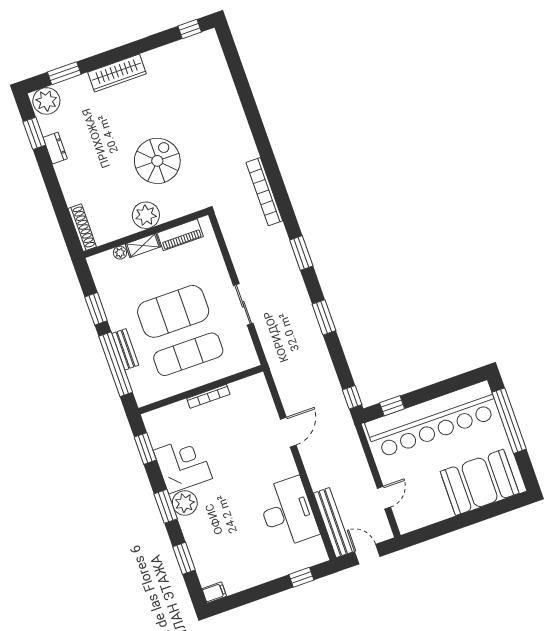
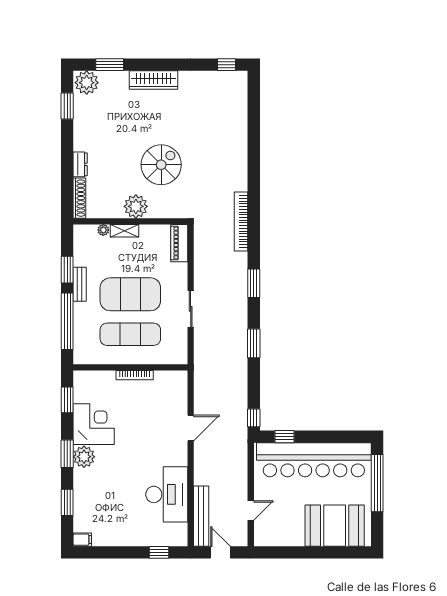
dresser: (55, 148) -> (80, 164), moved
piano: (180, 235) -> (179, 243), moved, turned 90
bench: (125, 349) -> (80, 284), moved

